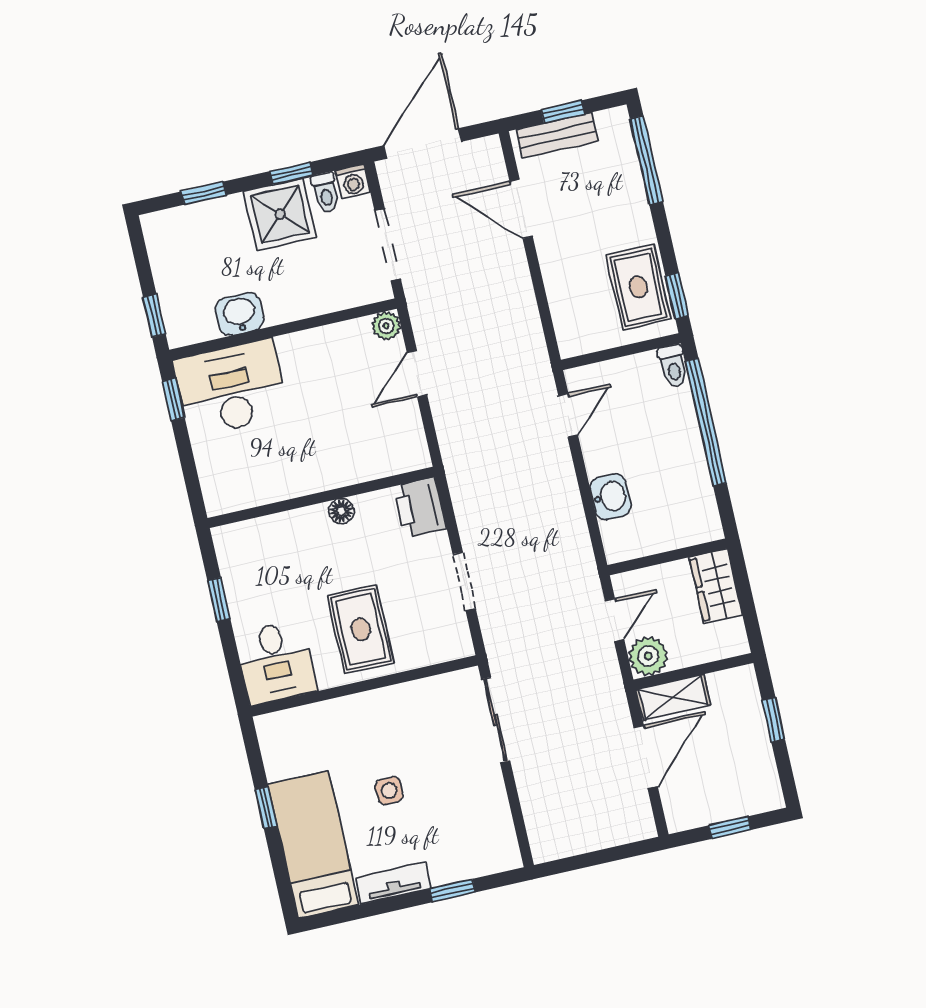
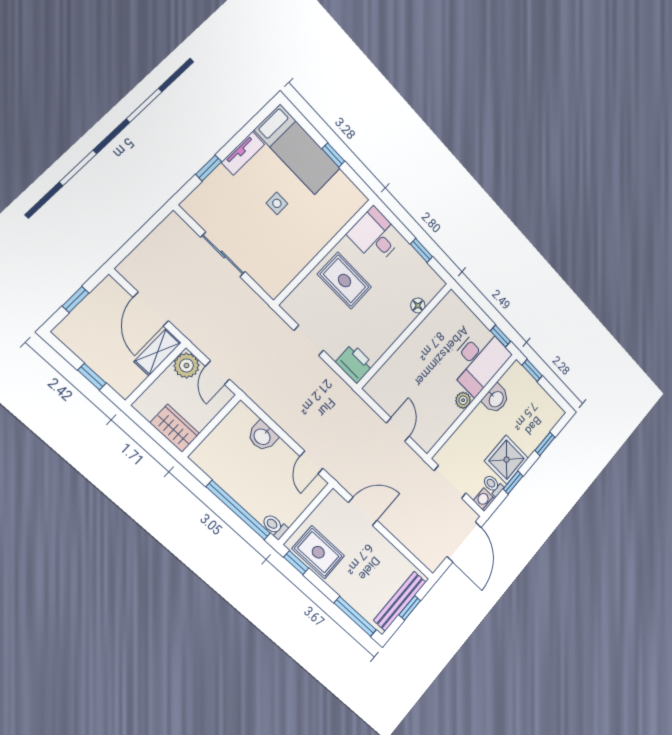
bench: (557, 135) -> (400, 601), width x1.36
door: (521, 209) -> (363, 511), moved
plant: (386, 326) -> (463, 400), moved
floor lamp: (341, 511) -> (418, 305), moved
sliding door: (496, 720) -> (223, 254), moved

